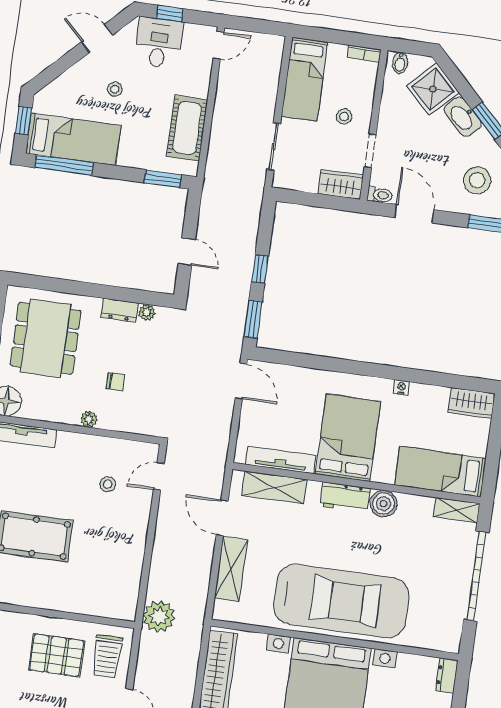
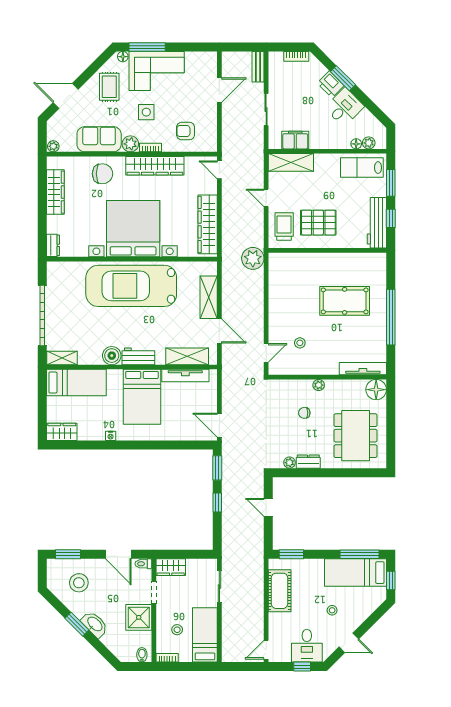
shower: (433, 89) -> (139, 617), moved, turned 45
stool: (344, 116) -> (177, 630), moved

